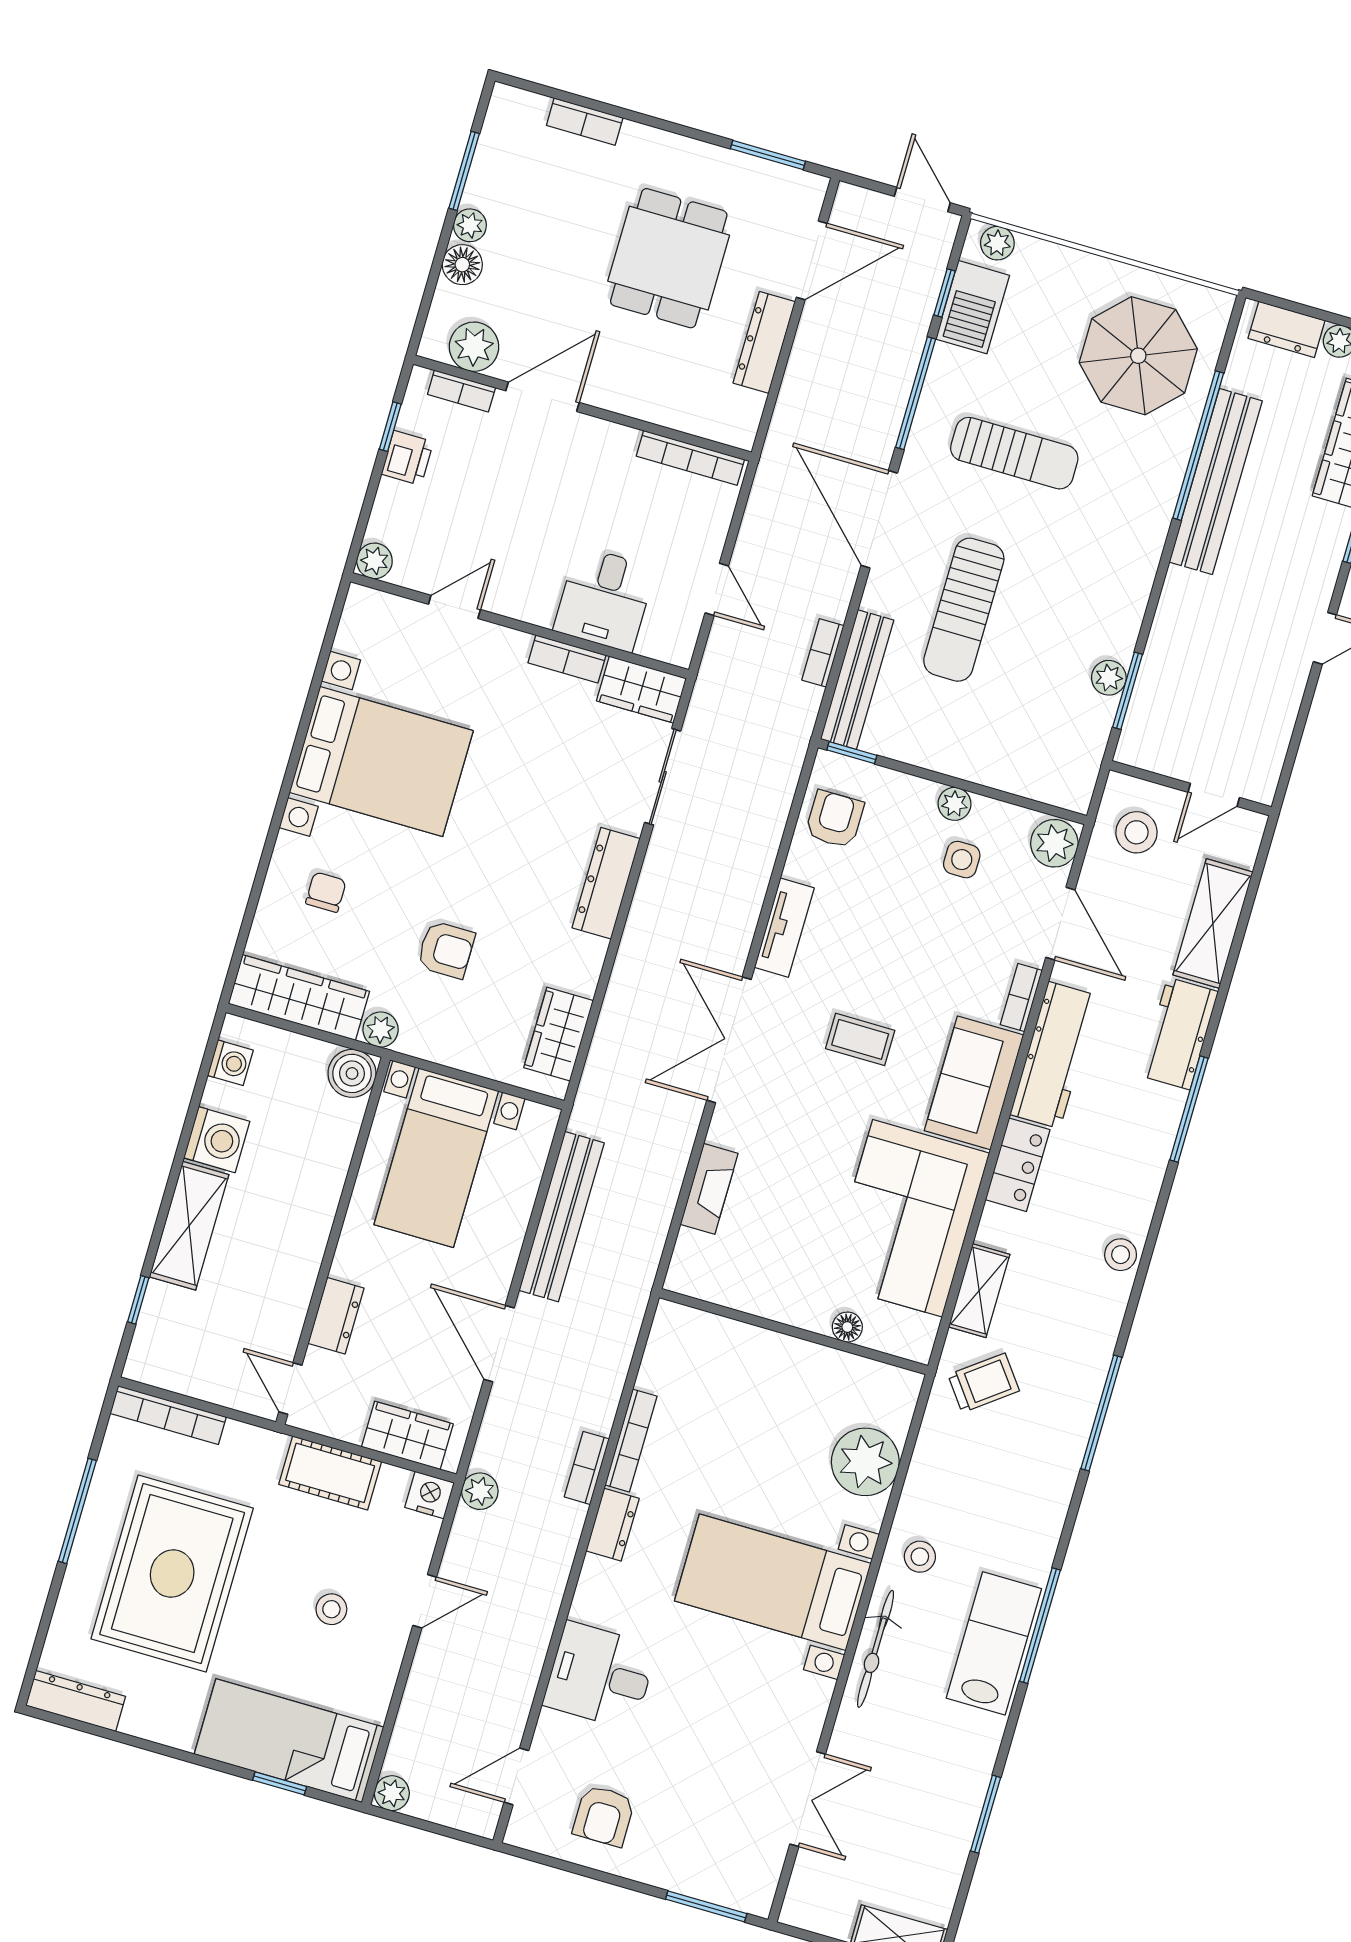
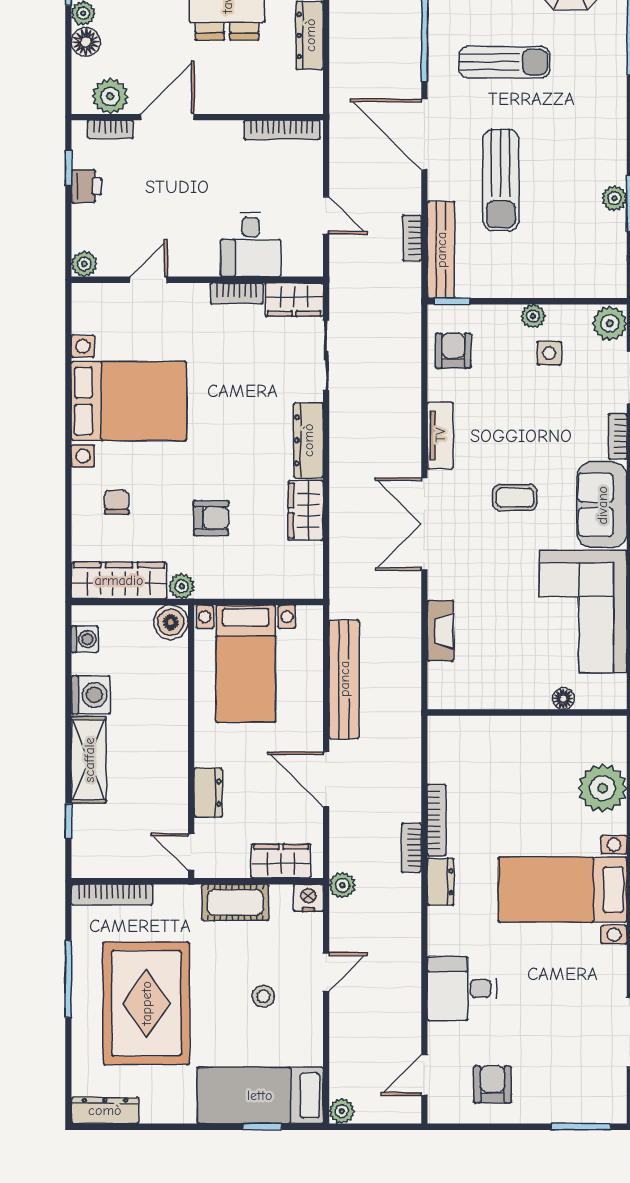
wardrobe: (559, 1034) -> (306, 510), moved
armchair: (604, 1816) -> (492, 1085), turned 180

